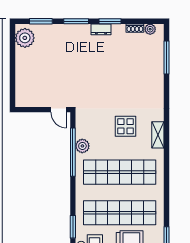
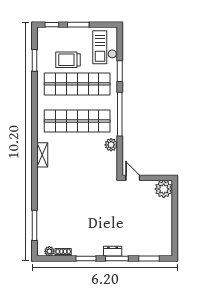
dresser: (101, 29) -> (113, 251), moved
plant: (25, 38) -> (164, 189), moved
display table: (126, 126) -> (72, 163), removed
window: (73, 152) -> (120, 114), moved

